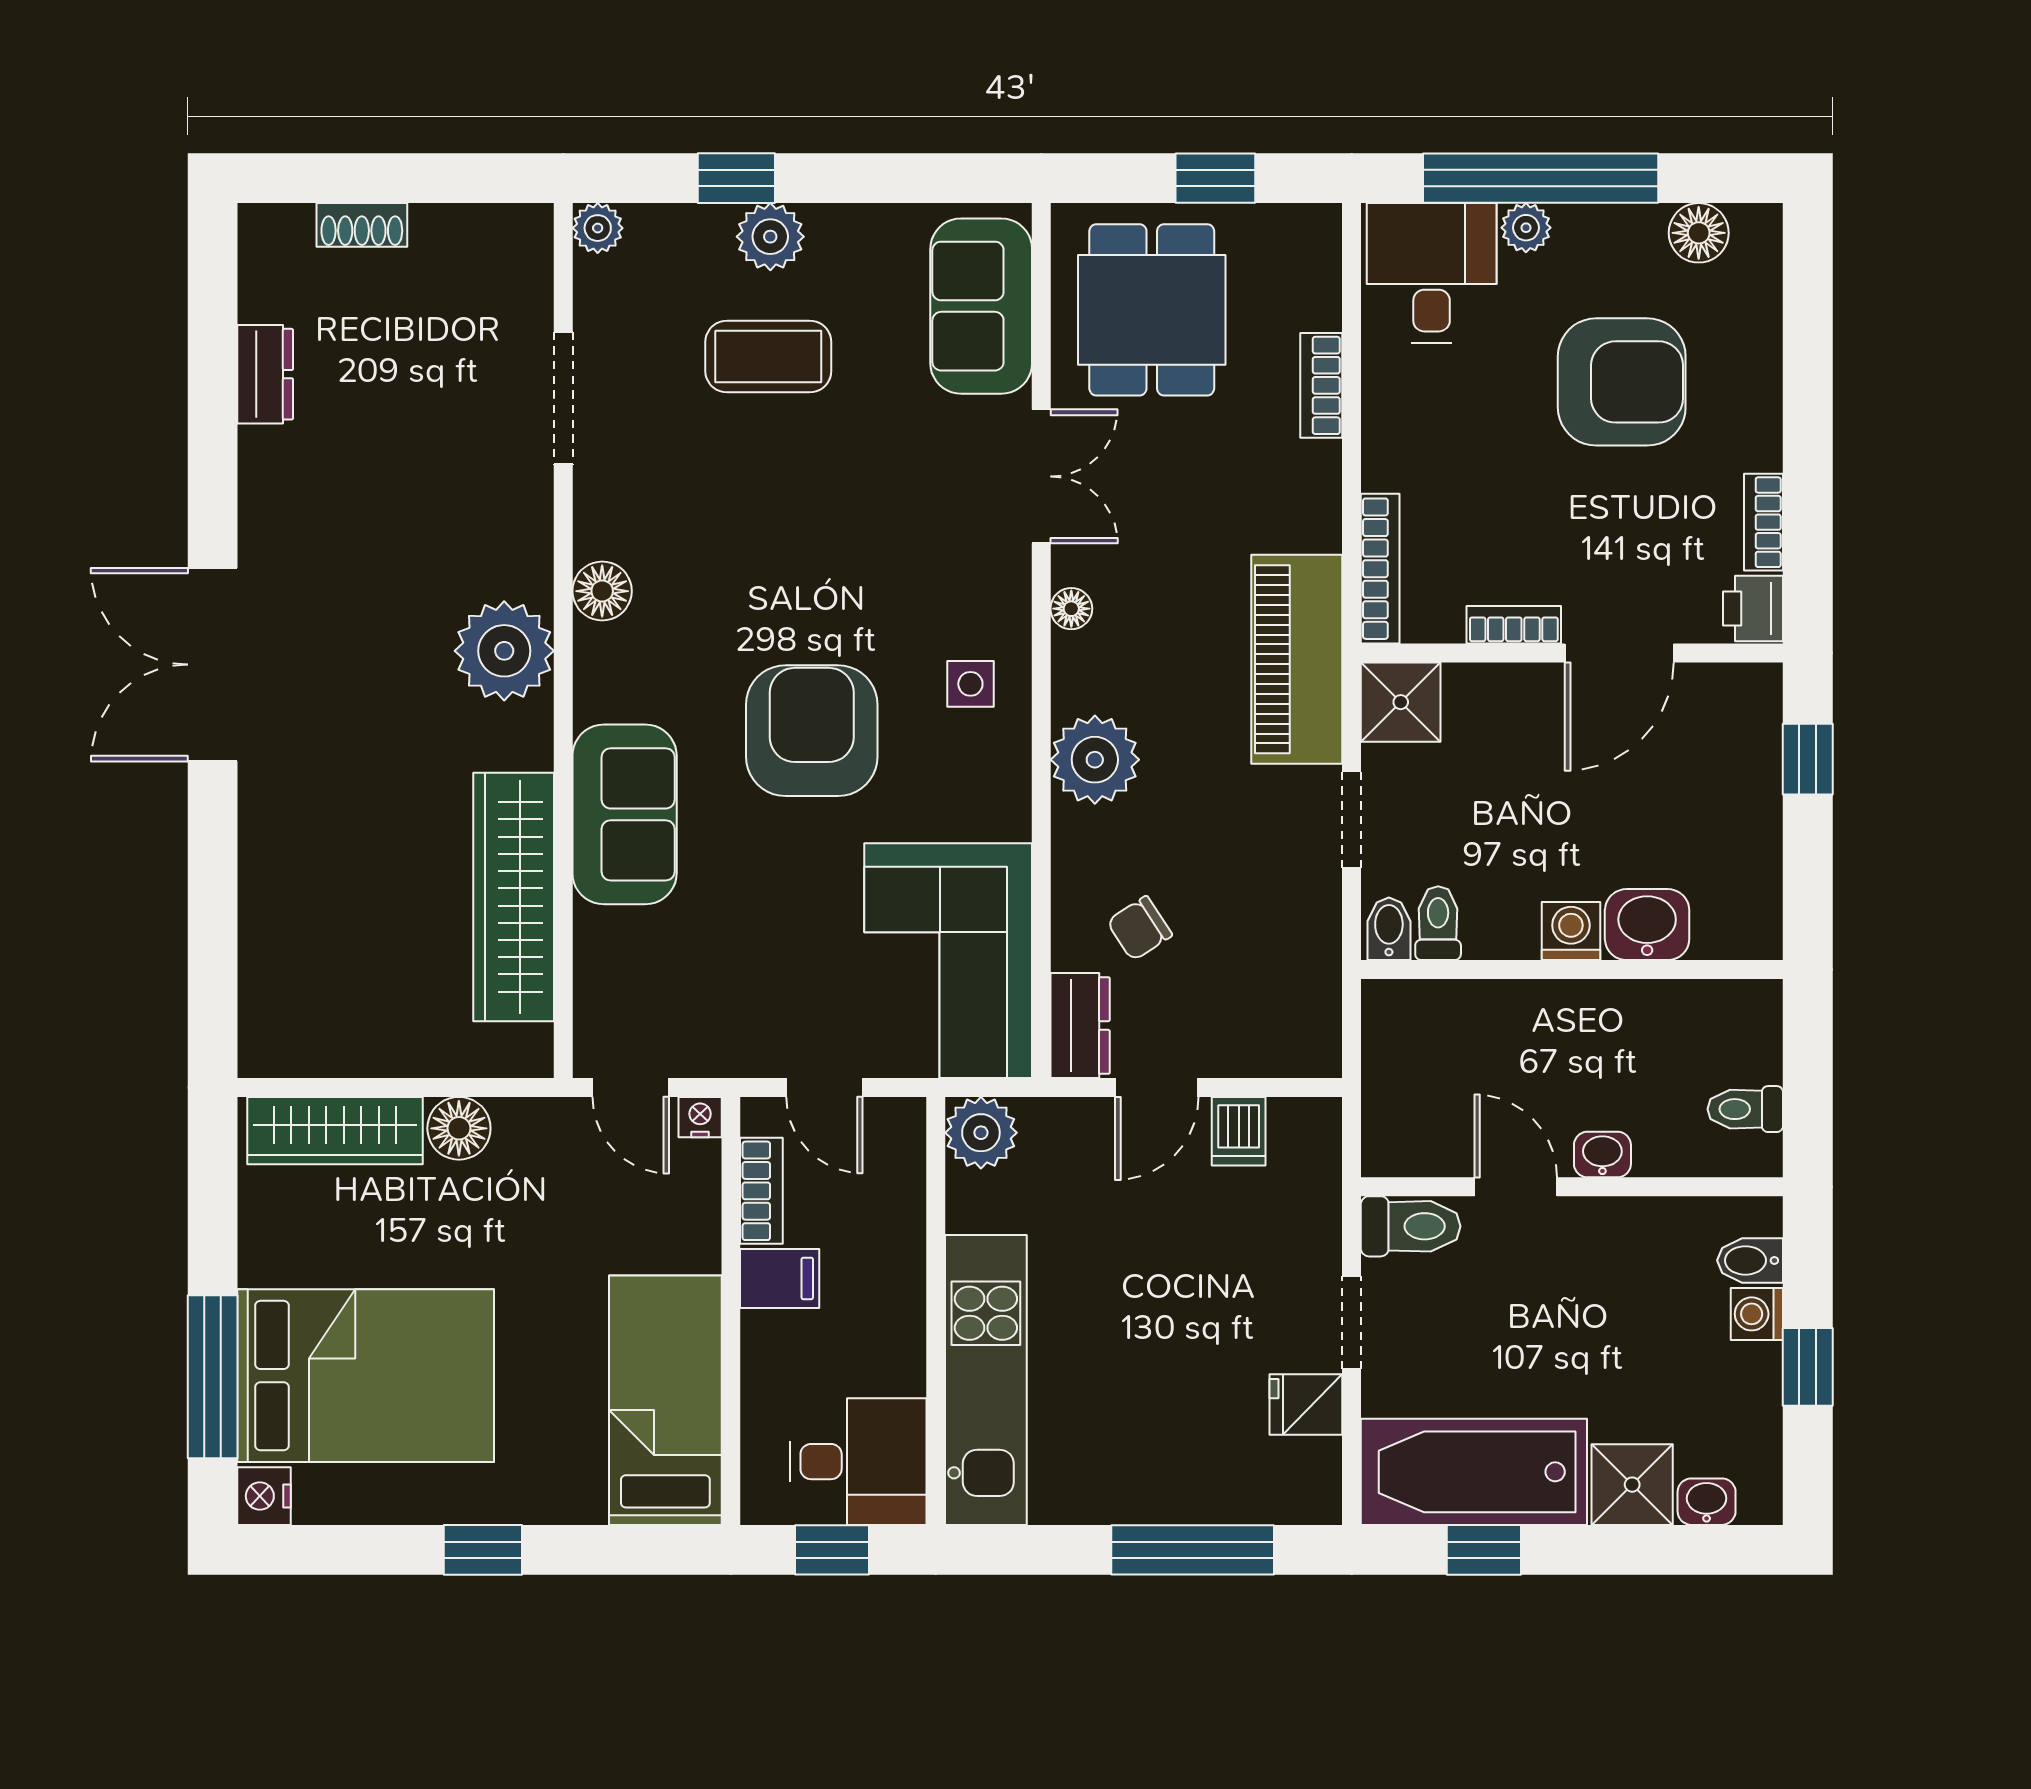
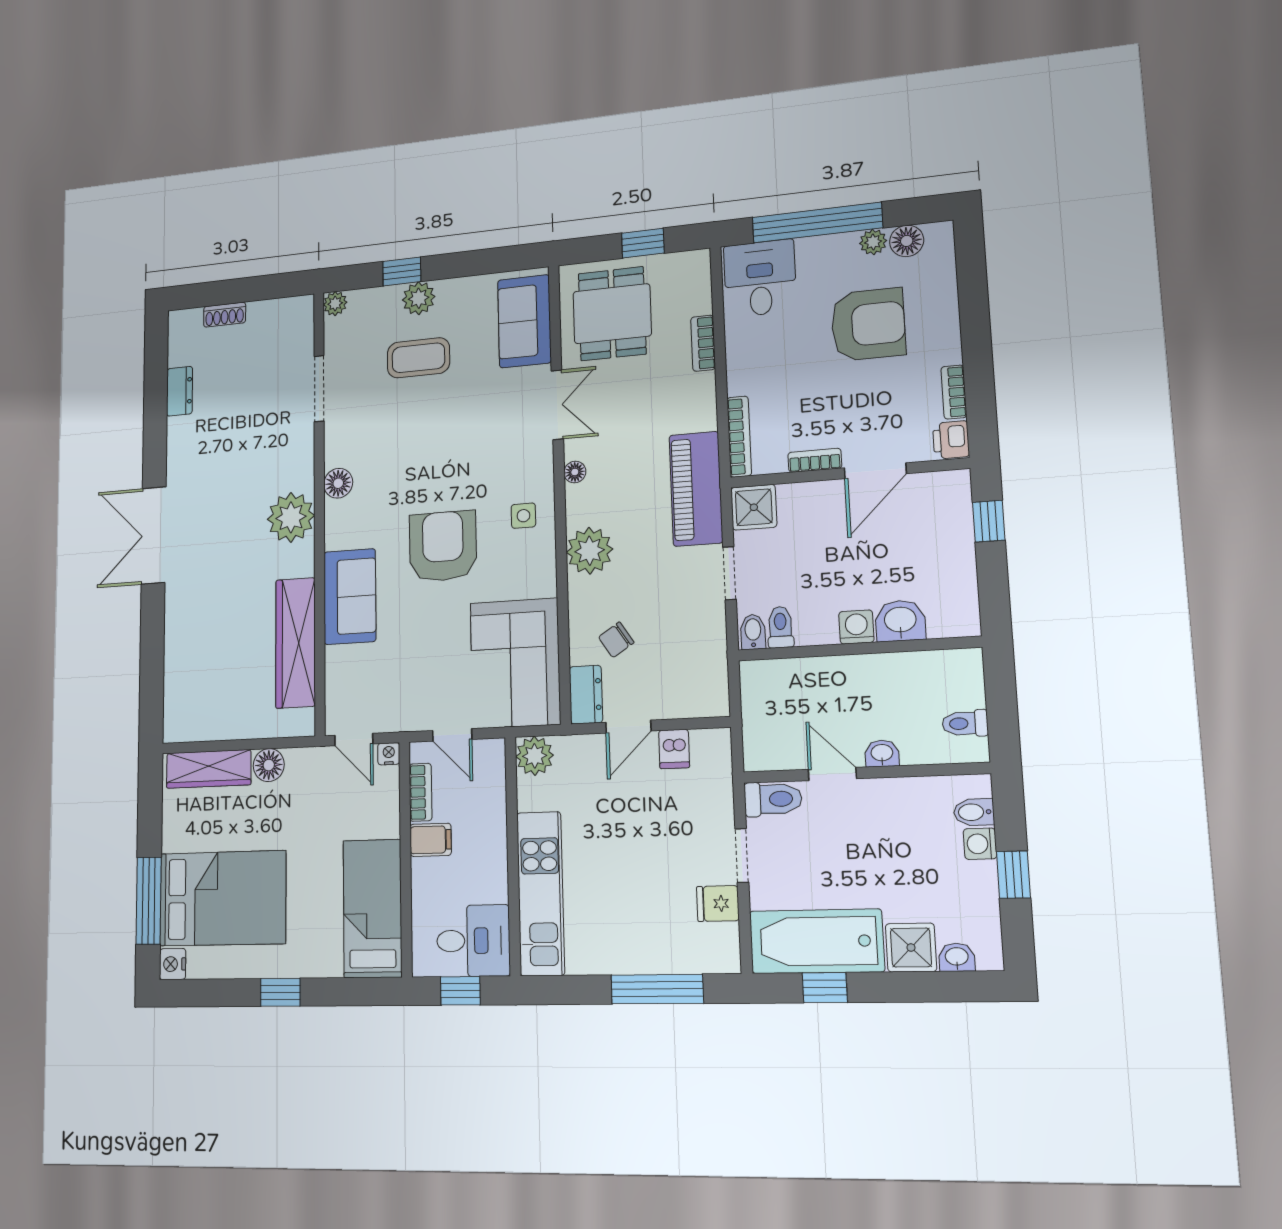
plant: (1526, 228) -> (873, 242), moved

